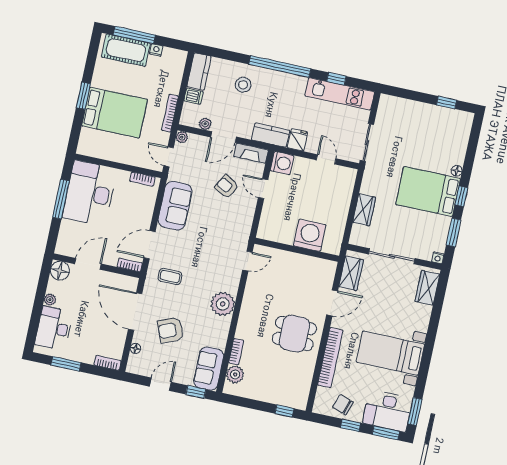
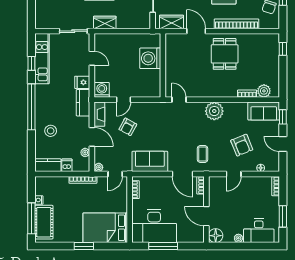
bed: (115, 113) -> (105, 228), moved, turned -90
door: (326, 159) -> (92, 58), swing flipped
wardrobe: (364, 210) -> (105, 22), moved
door: (135, 311) -> (234, 174), width x0.53

